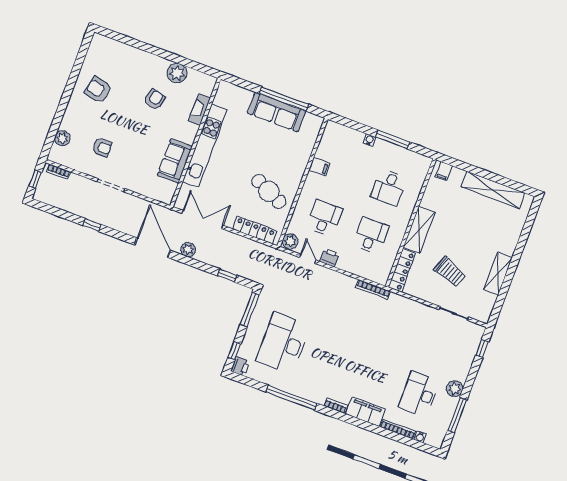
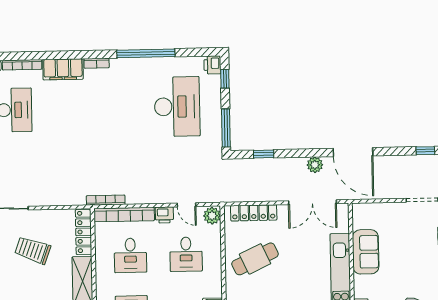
cafe table: (269, 191) -> (255, 259), turned -50
bookcase: (363, 271) -> (124, 215), added

